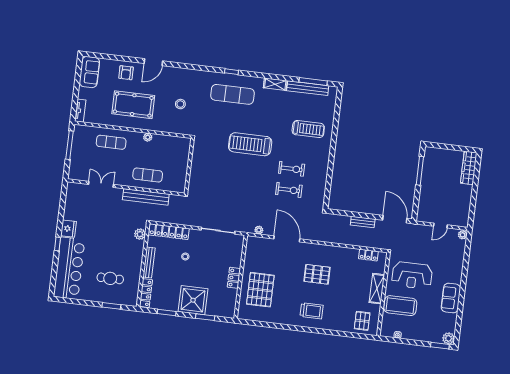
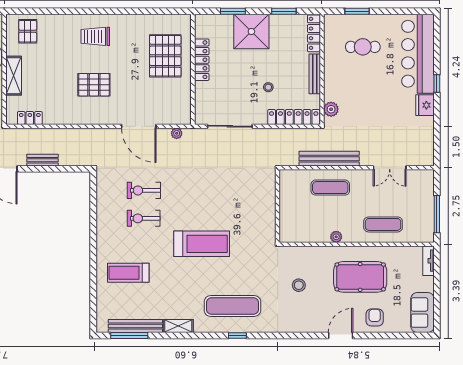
locker: (234, 278) -> (202, 60), width x1.53

